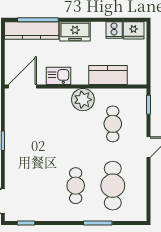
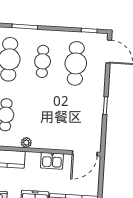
plant: (83, 100) -> (26, 143), width x0.53, depth x0.53
cafe table: (39, 186) -> (76, 63), added

